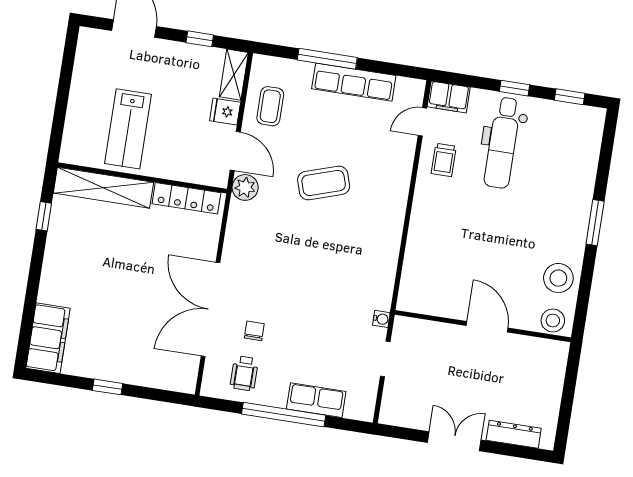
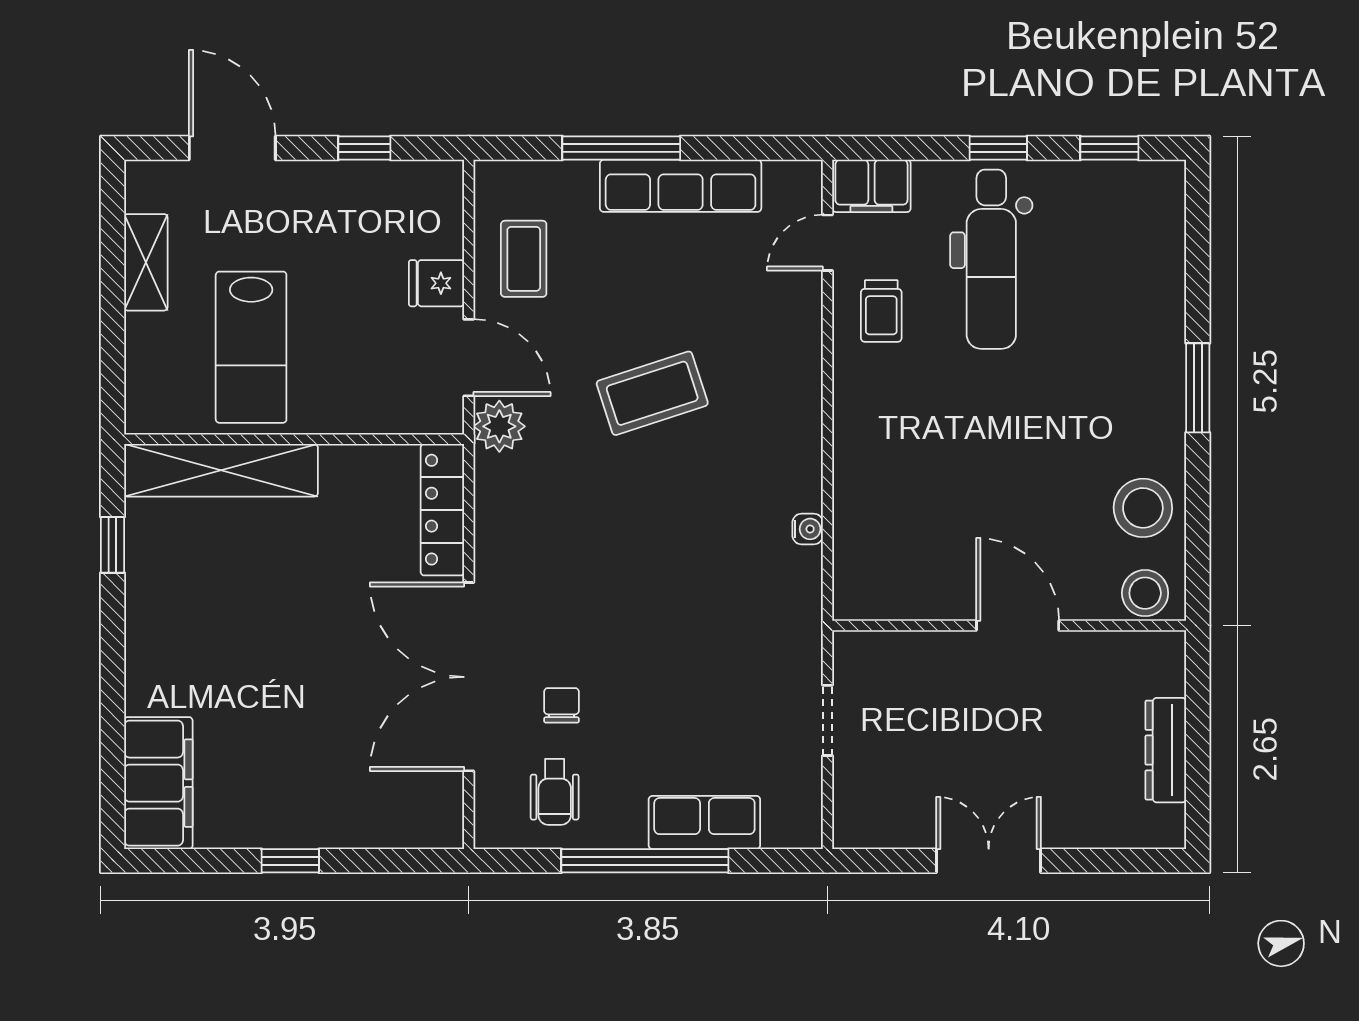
shelving: (234, 75) -> (146, 262), moved
locker: (186, 198) -> (442, 510), moved, turned 90
water cooler: (381, 319) -> (808, 529), moved
dresser: (514, 434) -> (1166, 750), moved, turned -90

